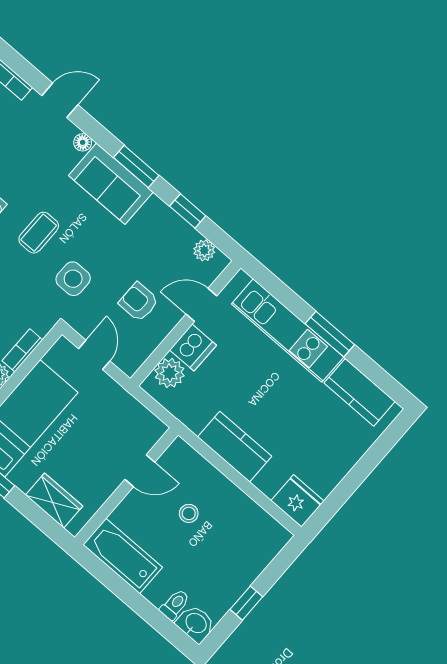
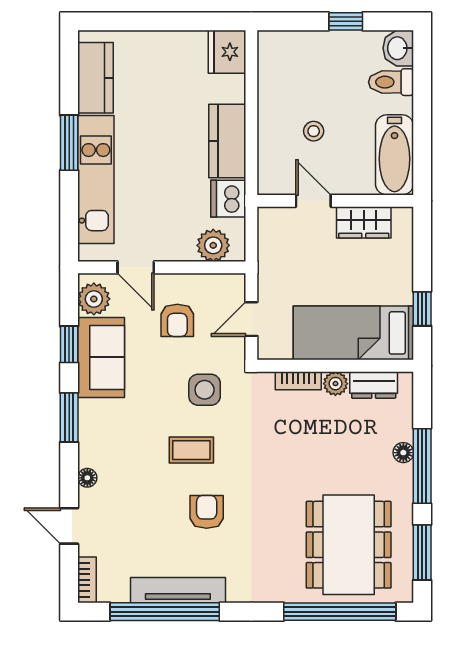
sofa: (111, 184) -> (101, 357), moved
plant: (204, 250) -> (94, 299), width x1.38, depth x1.38
dishwasher: (193, 348) -> (228, 199), moved, turned -90
wardrobe: (54, 500) -> (364, 222), moved, turned -90
toilet: (175, 605) -> (391, 82), width x1.37, depth x1.39

